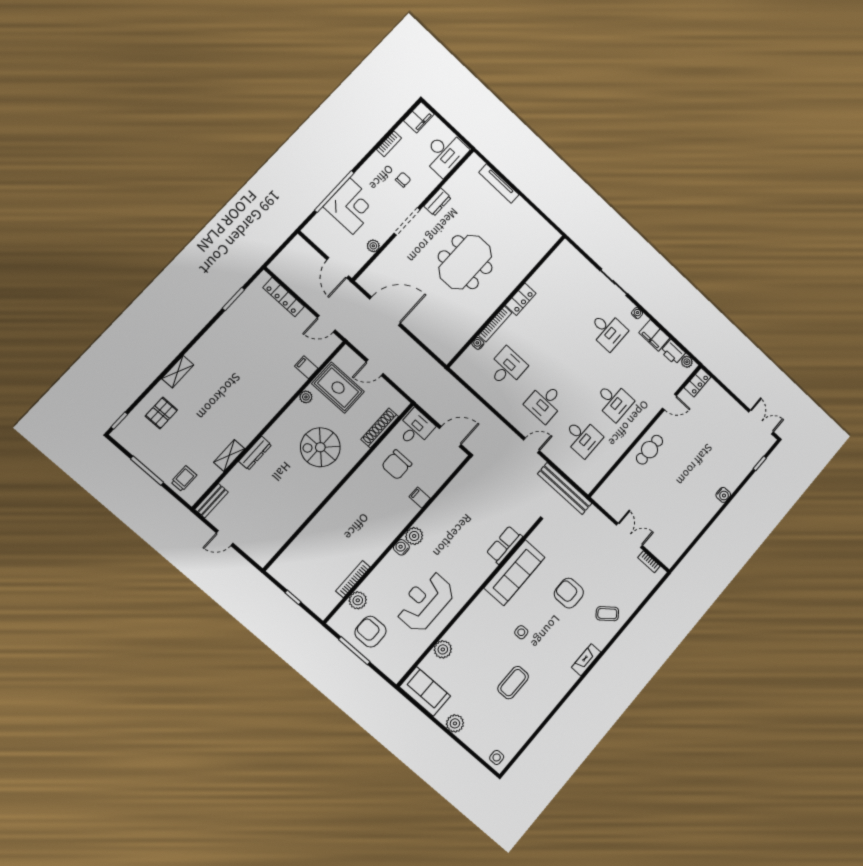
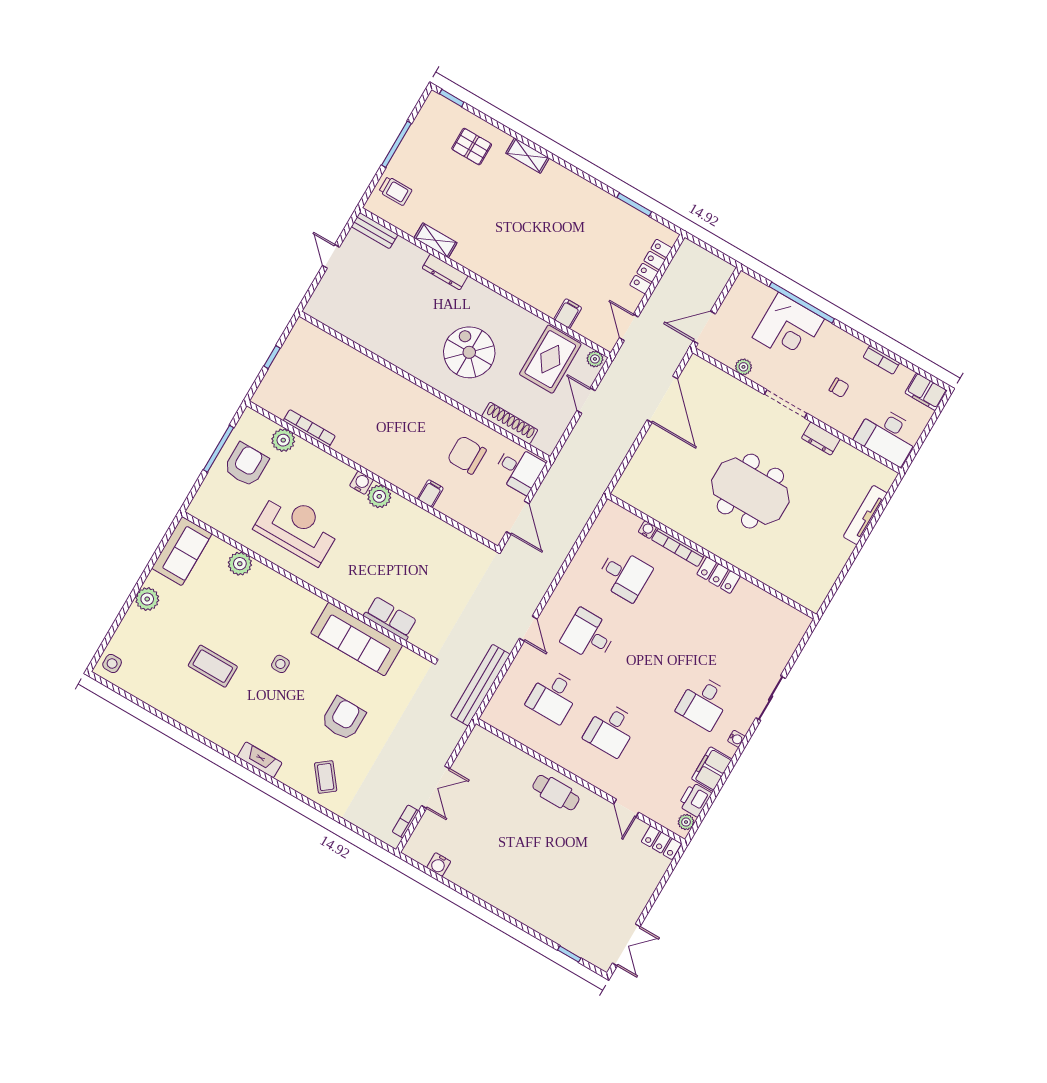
plant: (306, 397) -> (595, 359), moved
water cooler: (723, 495) -> (439, 864), moved

